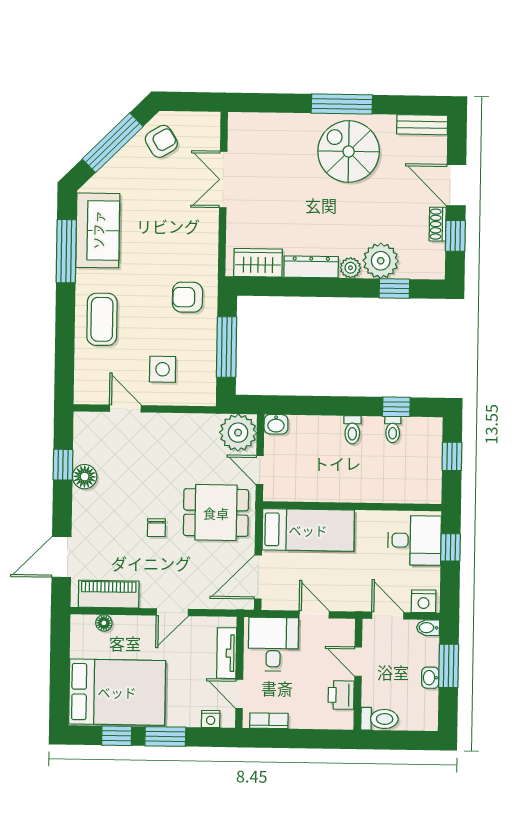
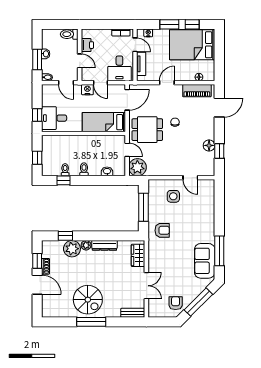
bench: (422, 125) -> (133, 313), moved
armchair: (161, 141) -> (176, 303), turned 121
wardrobe: (258, 263) -> (138, 255), moved, turned 90
coffee table: (102, 319) -> (202, 219), removed
washbasin: (276, 424) -> (107, 171), moved
nightstand: (424, 601) -> (87, 90), moved

